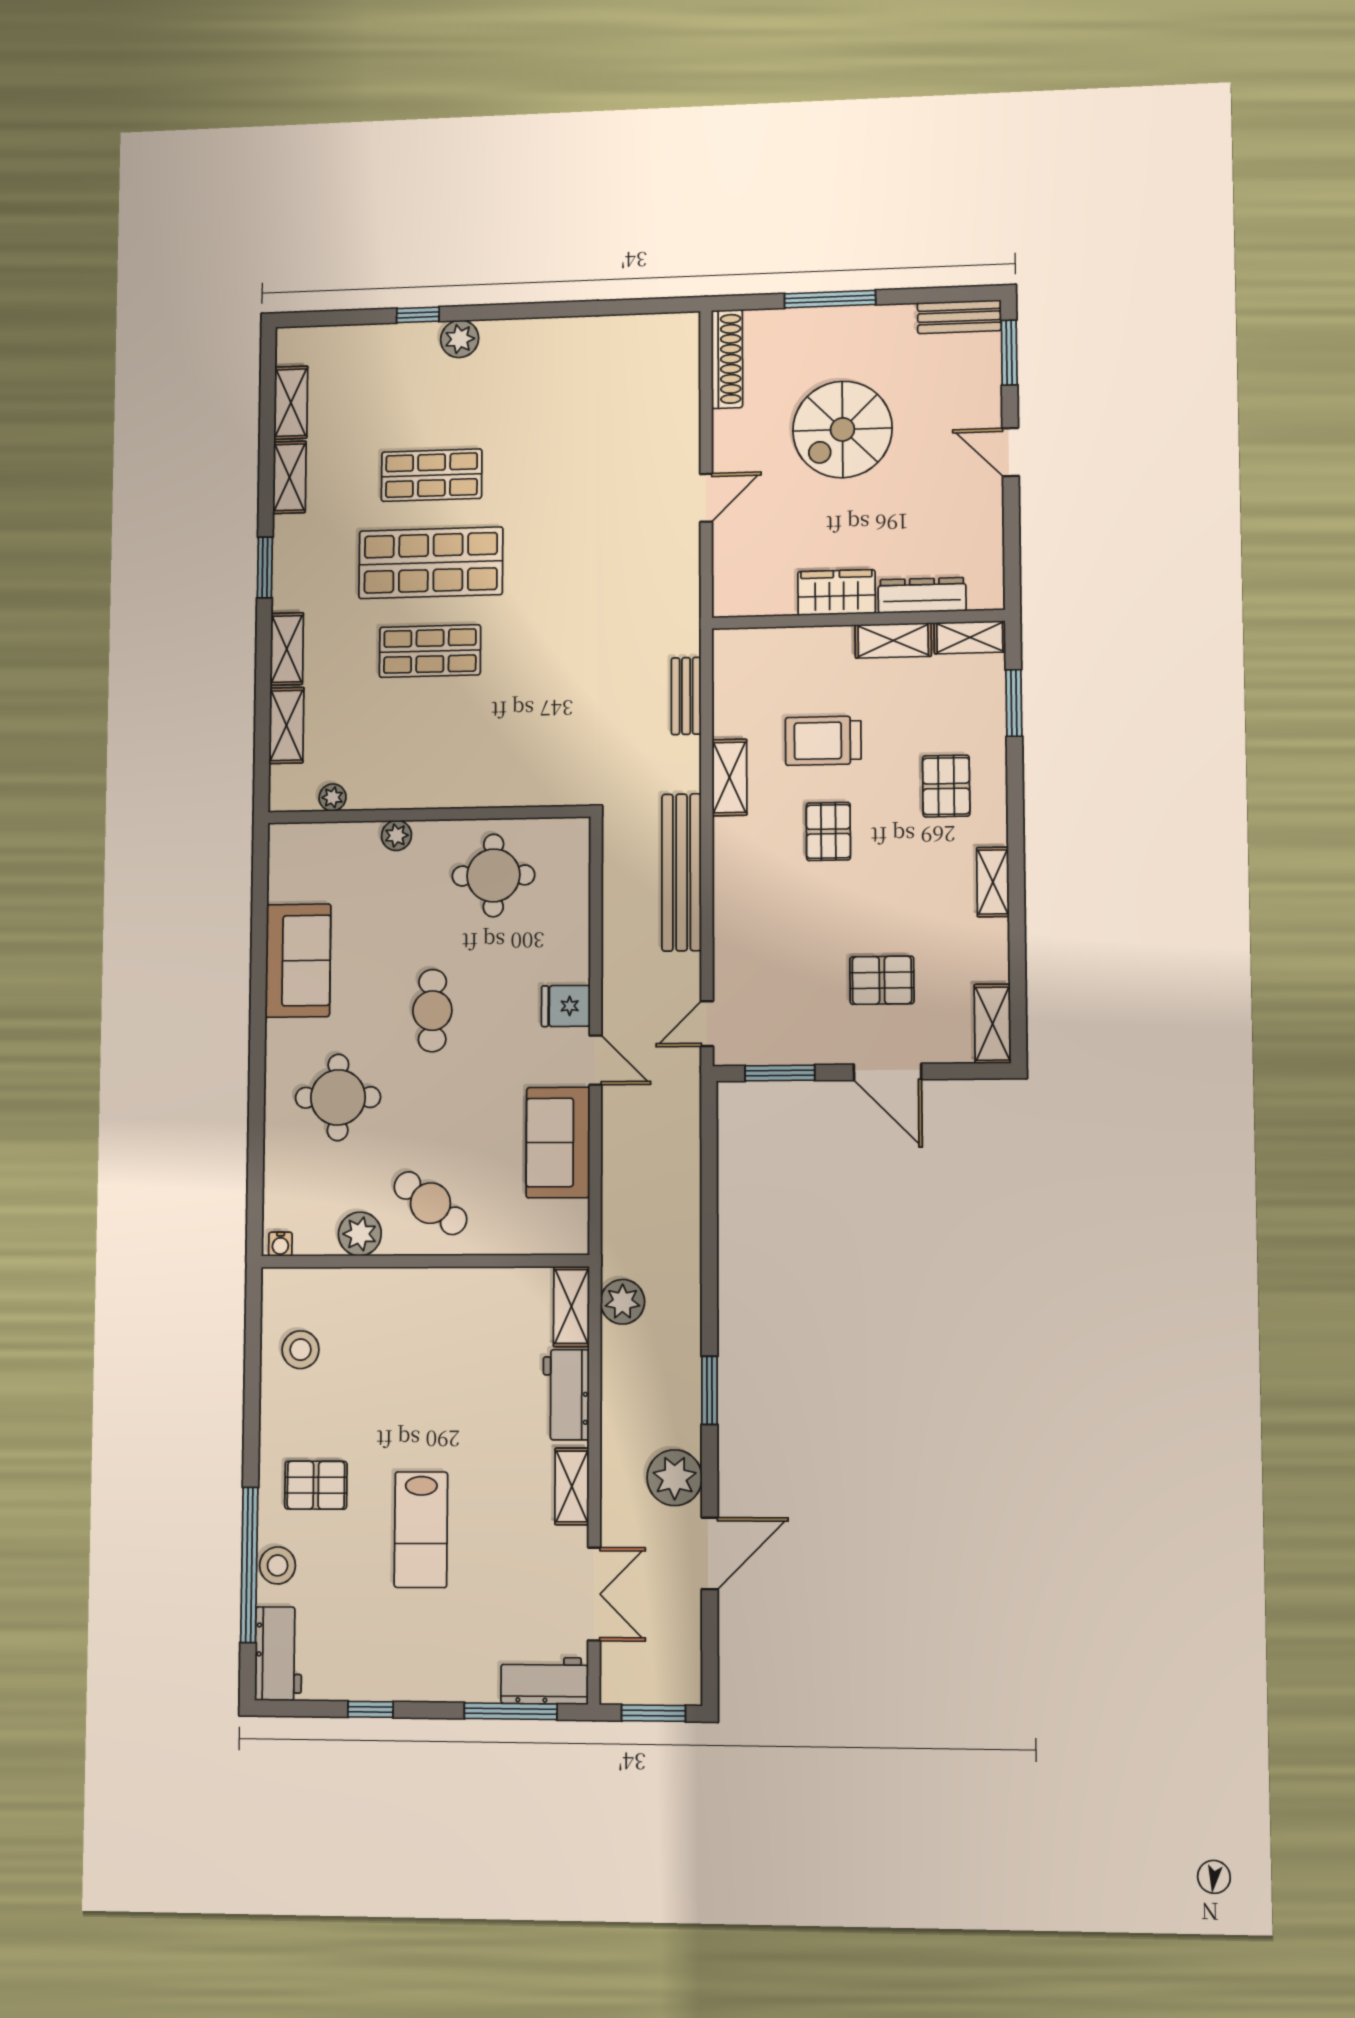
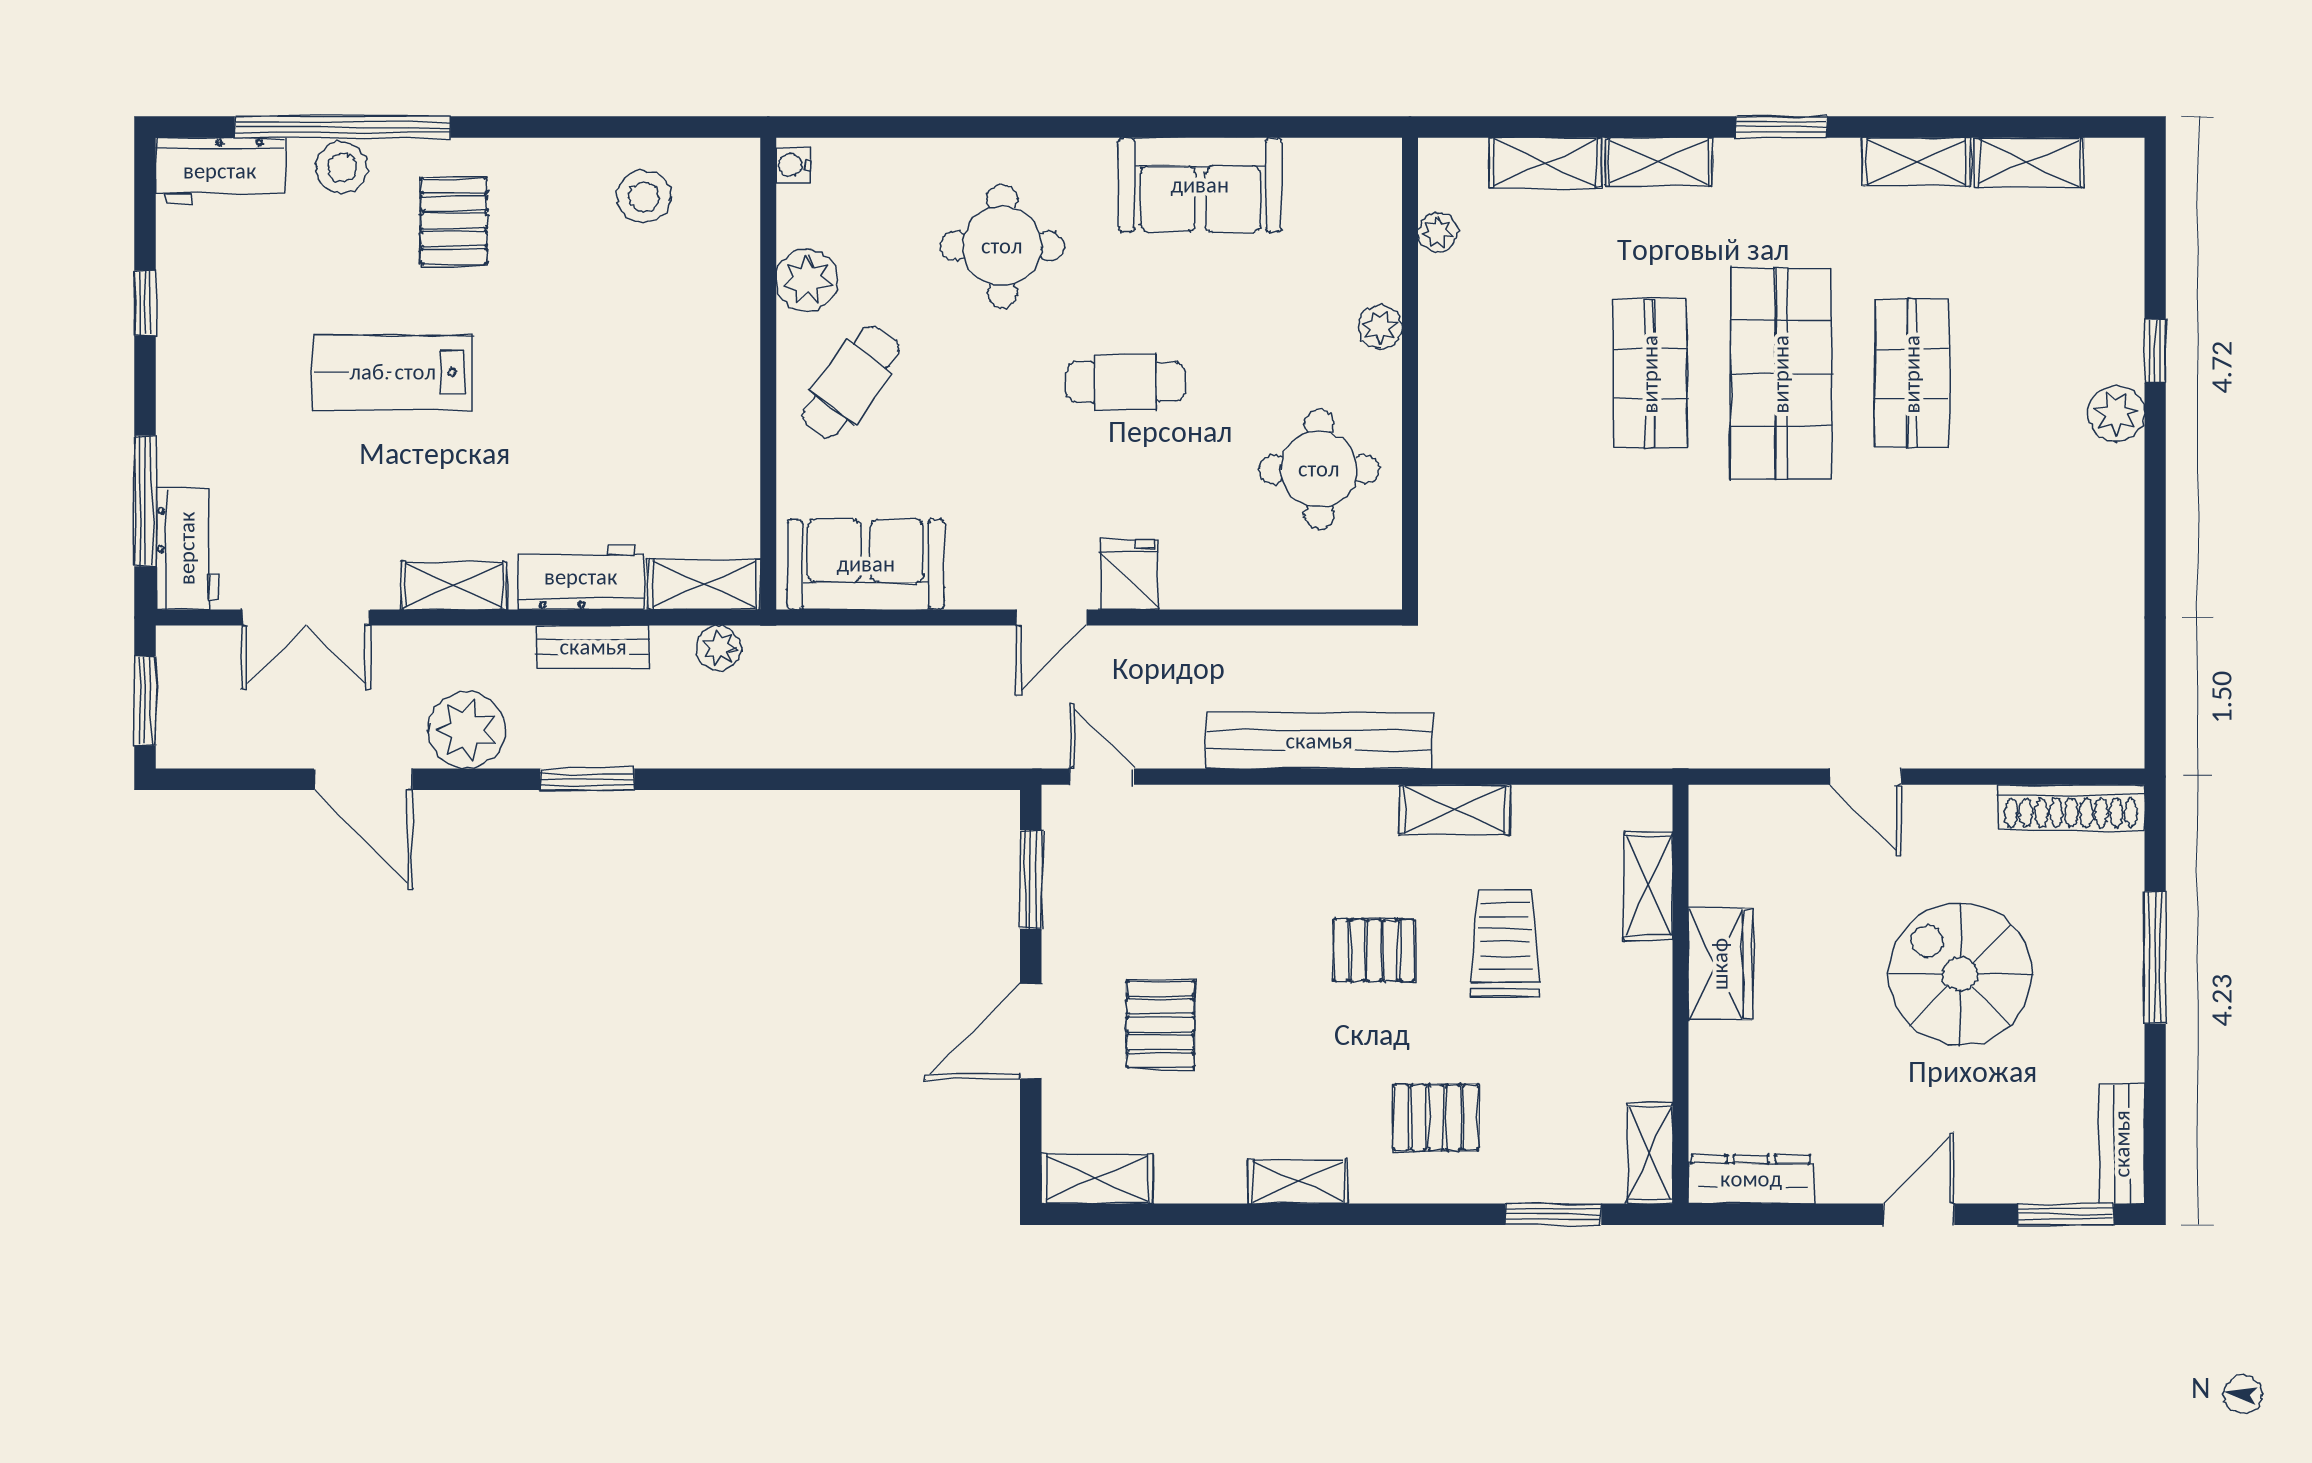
dresser: (922, 595) -> (1751, 1179), moved, turned -90
shelving: (893, 640) -> (1648, 886), moved
bench: (686, 696) -> (593, 647), moved
sofa: (558, 1142) -> (866, 564), moved
plant: (622, 1302) -> (719, 648), width x0.73, depth x0.73

